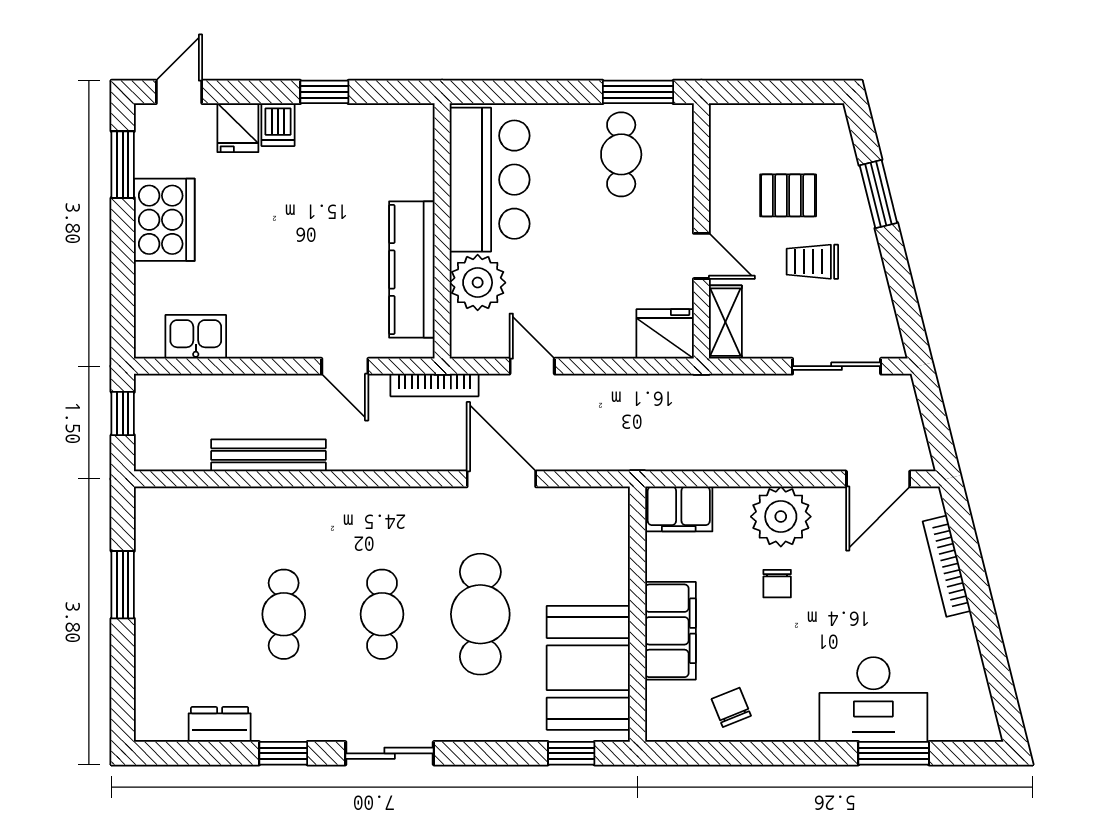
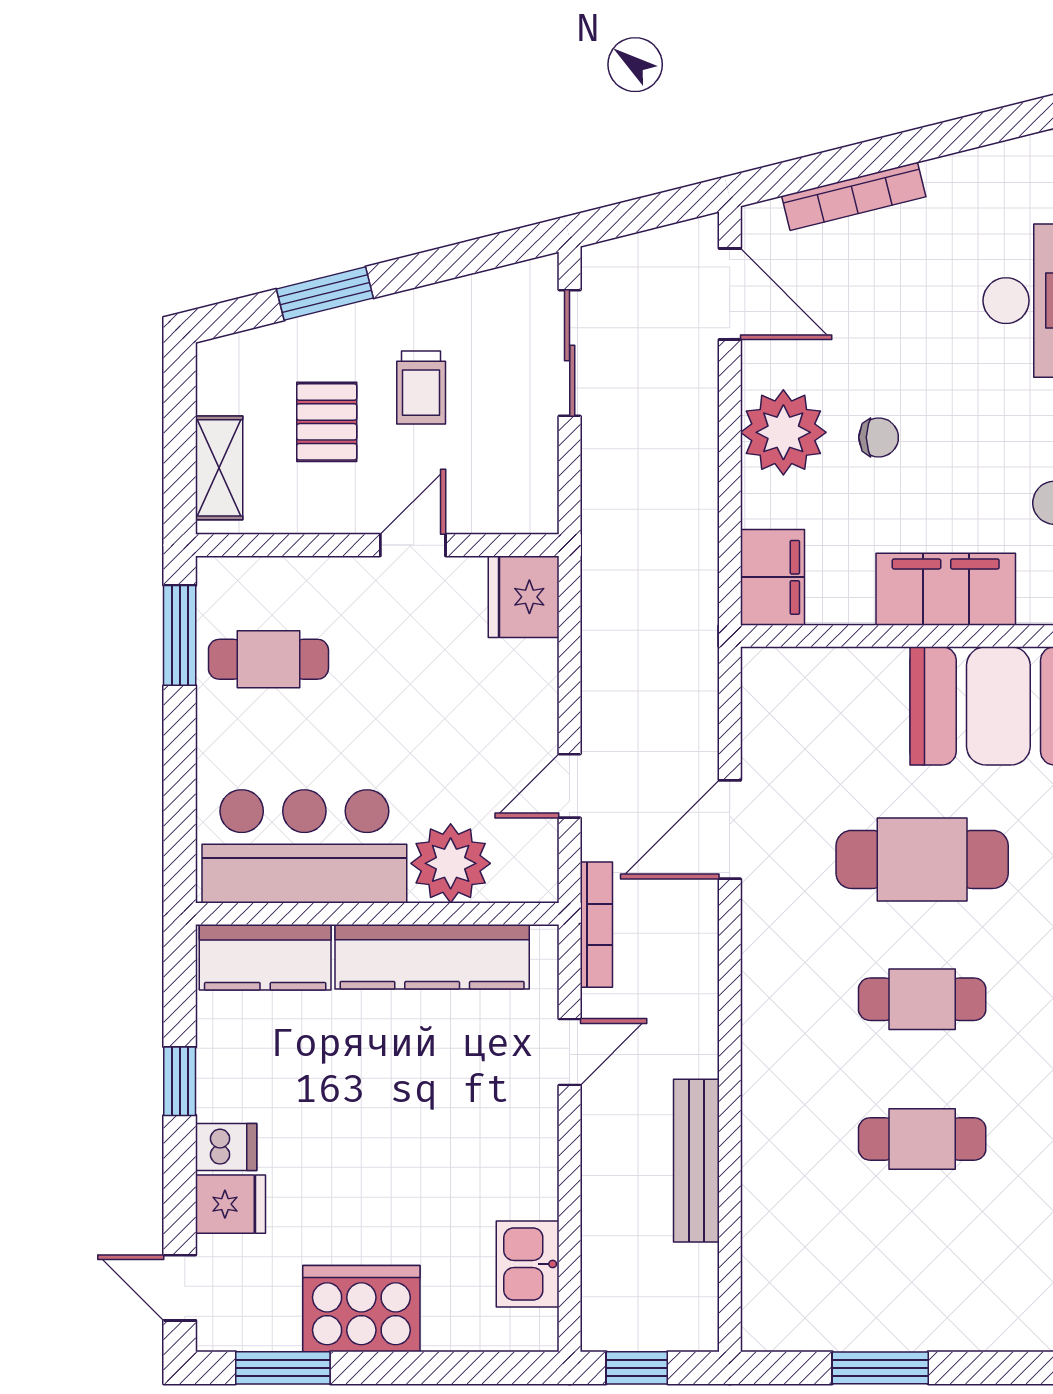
kitchen counter: (411, 152) -> (265, 957), added
shelving: (725, 322) -> (219, 468), moved, turned 90

